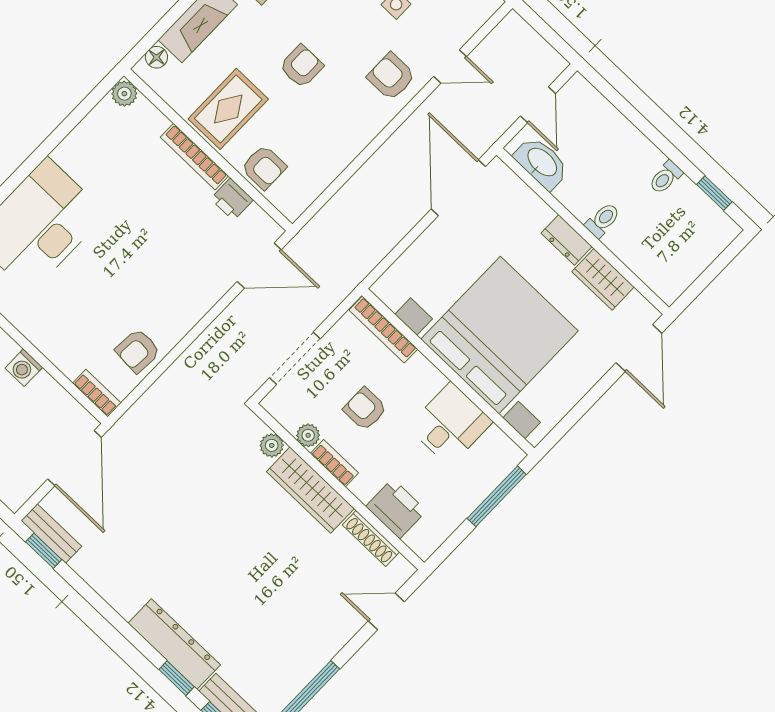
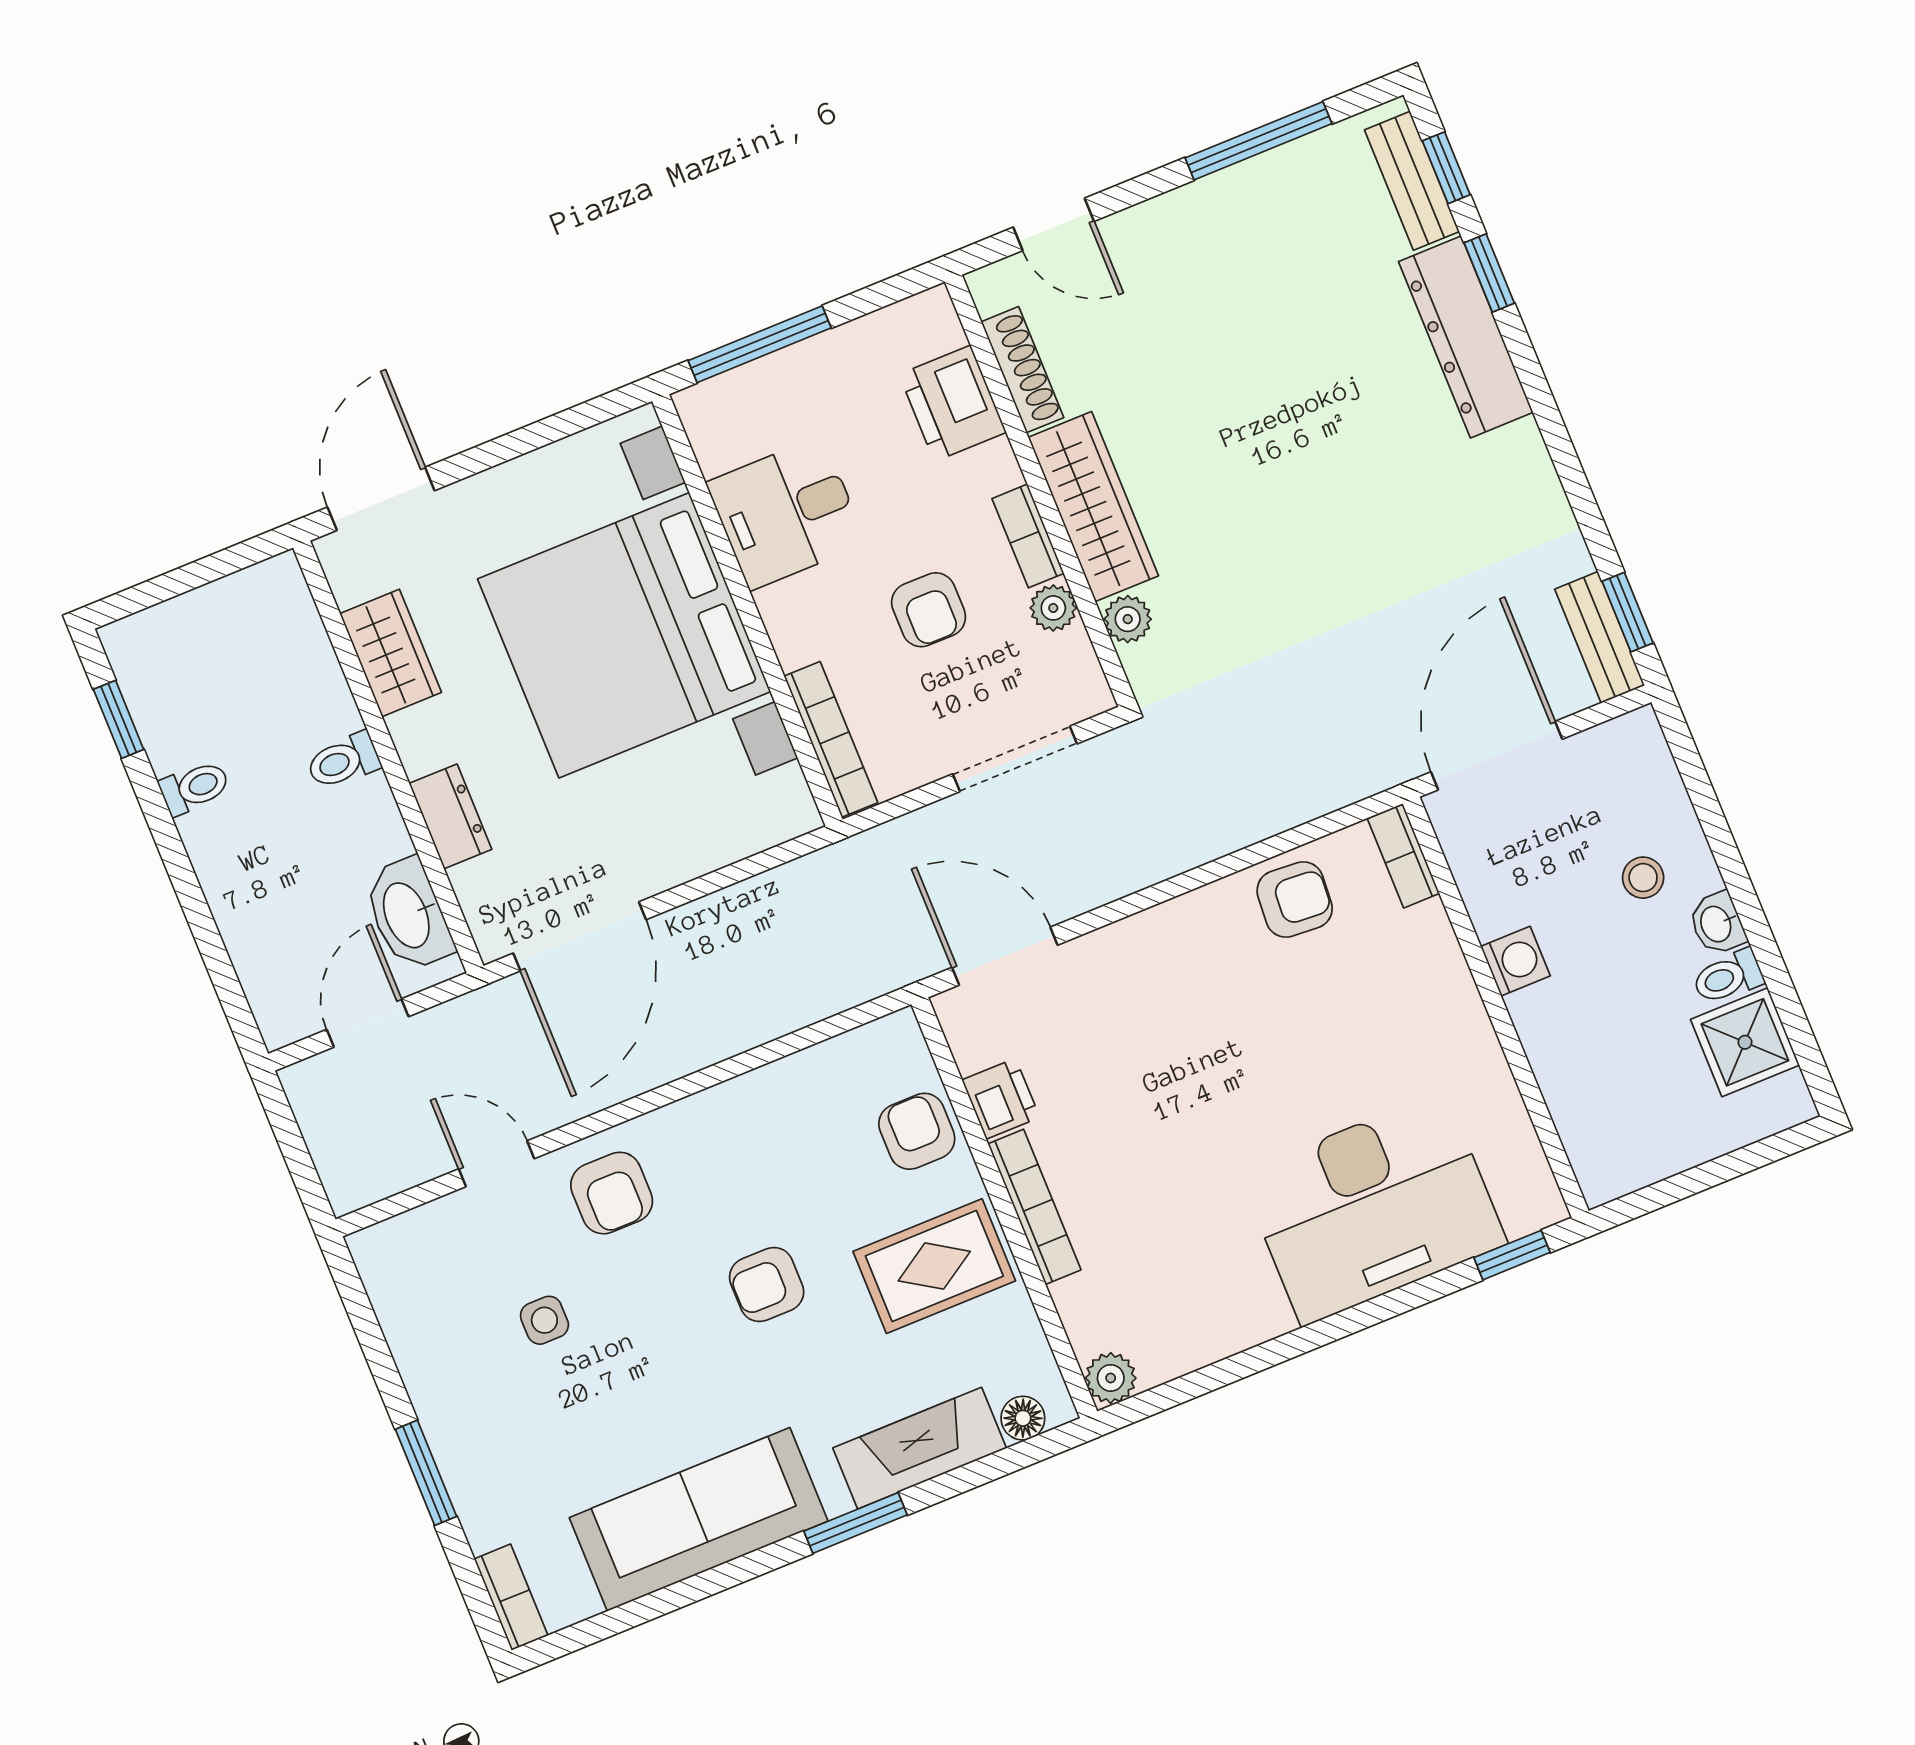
dresser: (567, 240) -> (450, 816), moved

